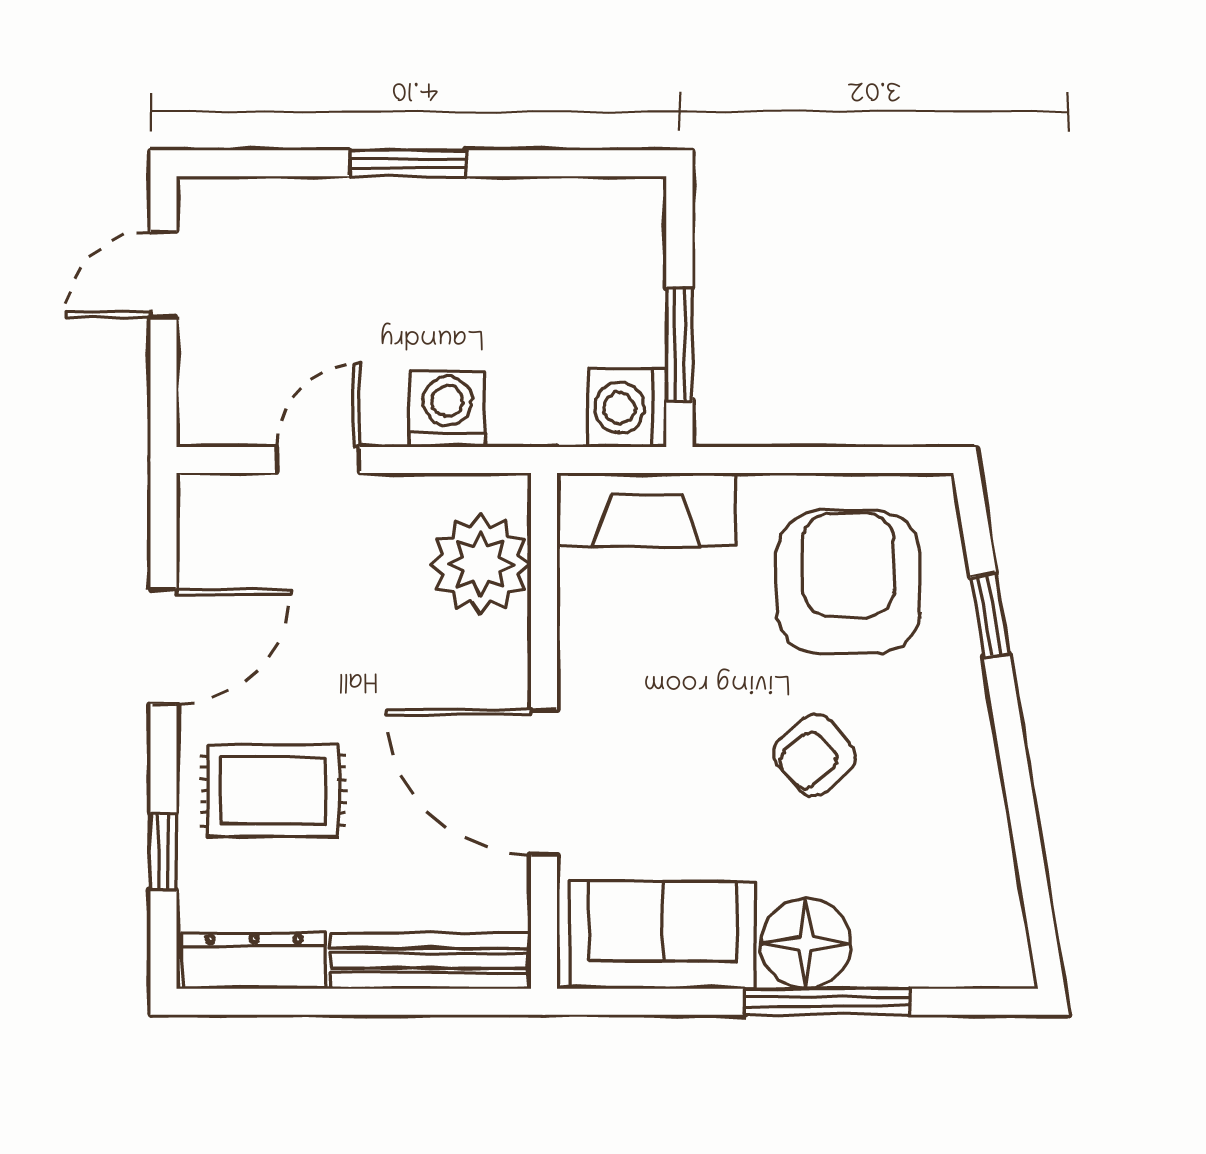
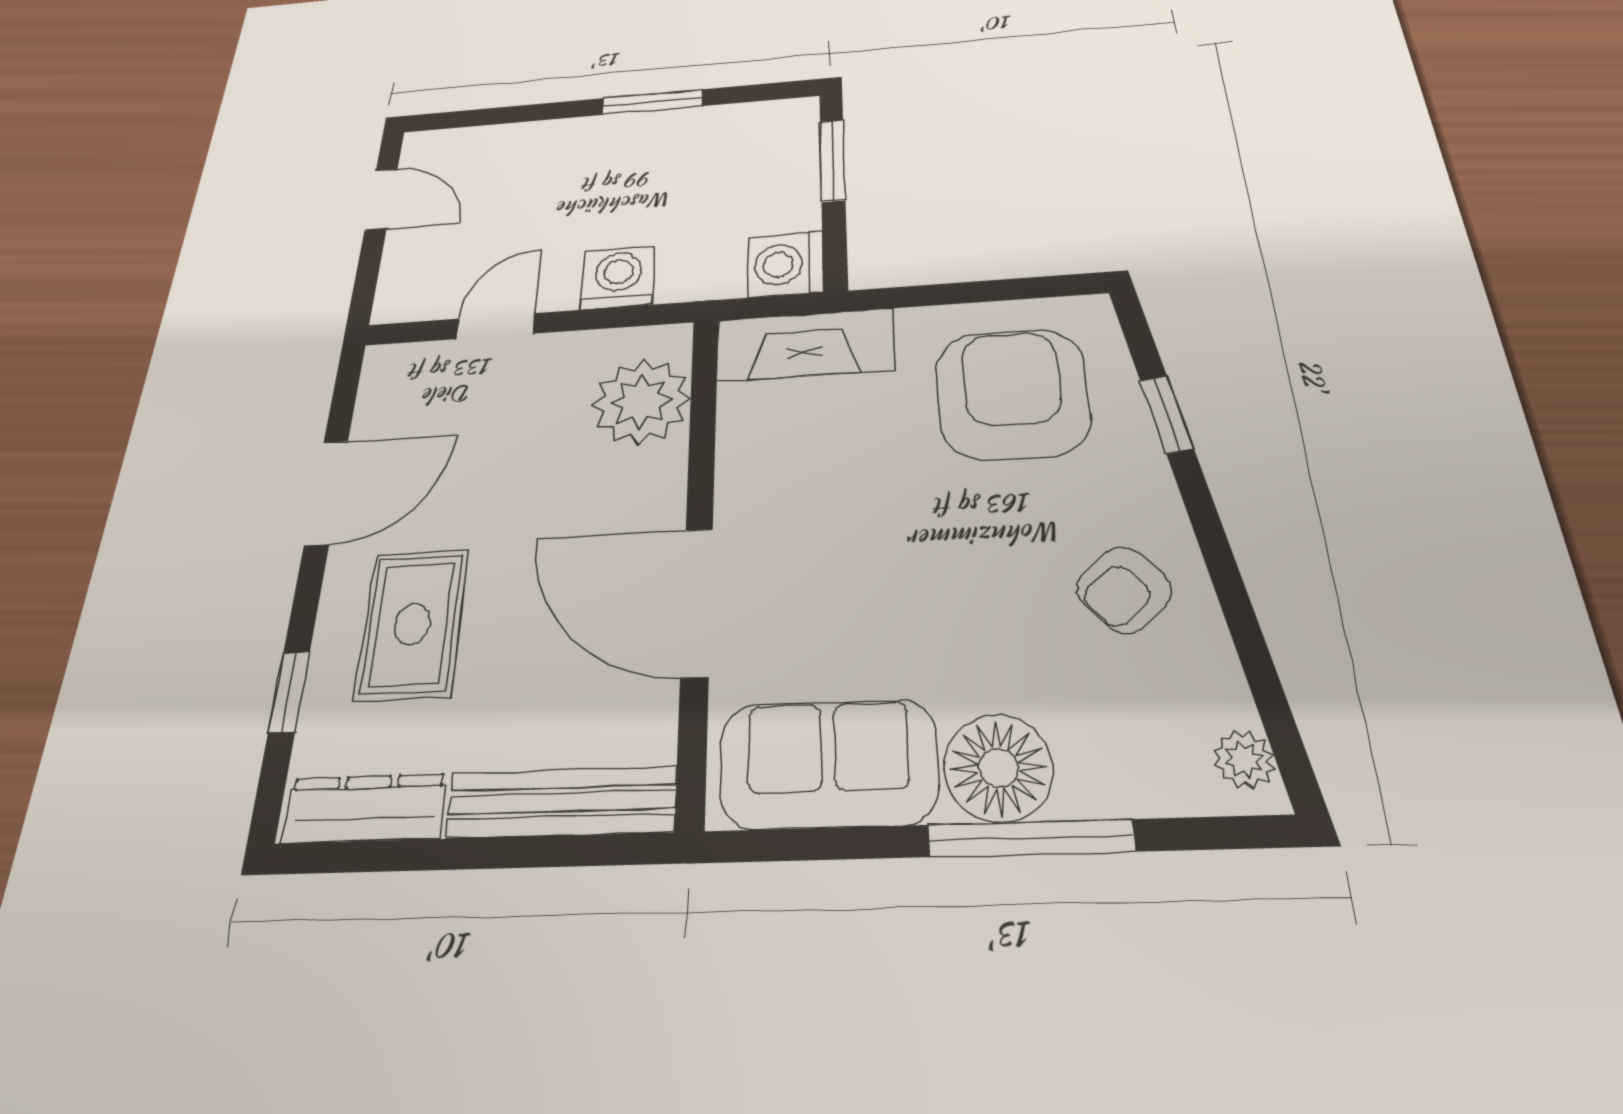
window: (408, 163) -> (652, 102), moved
door: (163, 274) -> (381, 199), swing flipped
window: (679, 344) -> (832, 160), moved
armchair: (815, 755) -> (1124, 590), moved
rug: (273, 790) -> (412, 624), turned 90
plant: (1006, 943) -> (1244, 760), added

